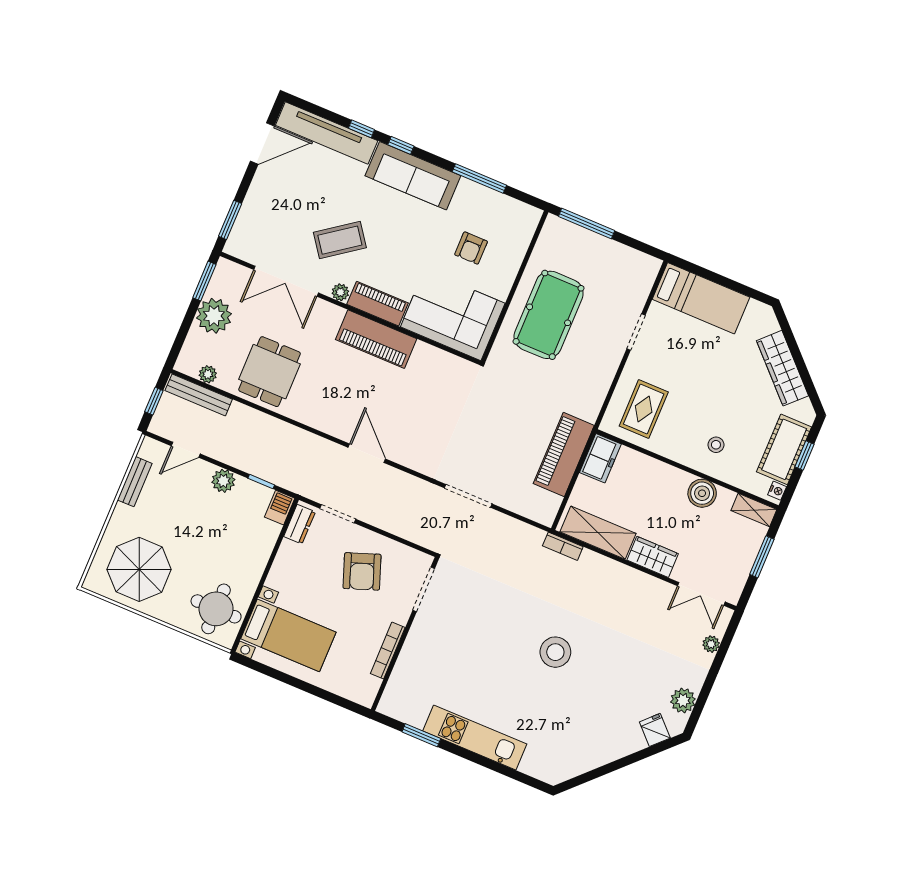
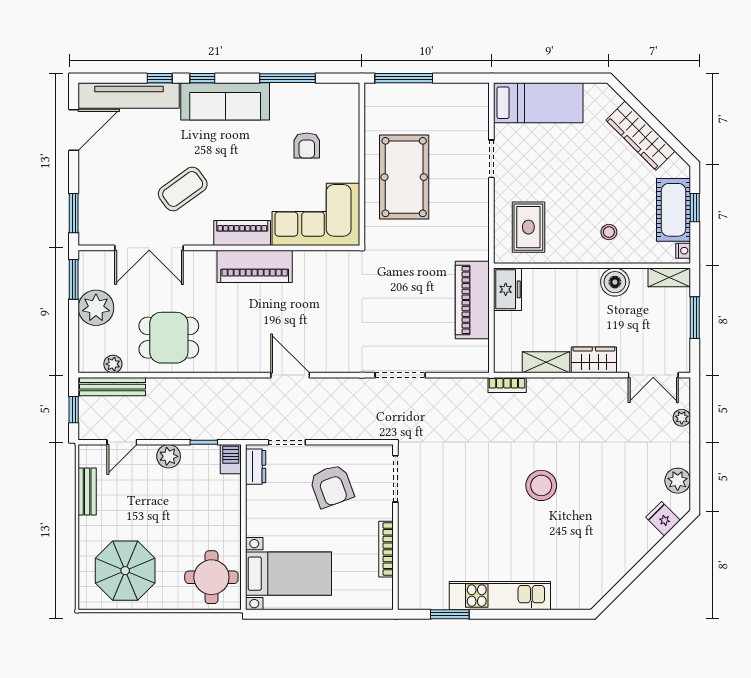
plant: (340, 292) -> (203, 237), removed
dining table: (270, 372) -> (169, 338), turned 90
shelving: (598, 533) -> (546, 362), width x0.67, depth x0.75

